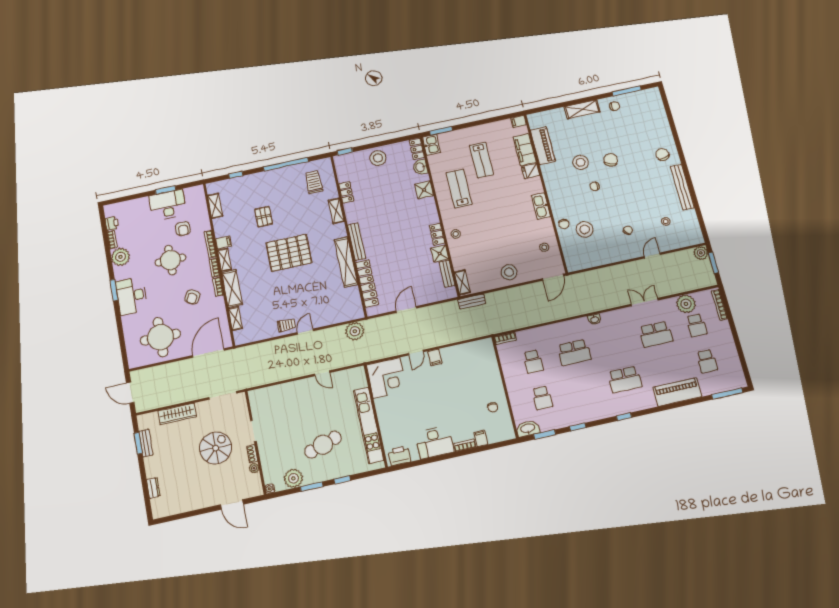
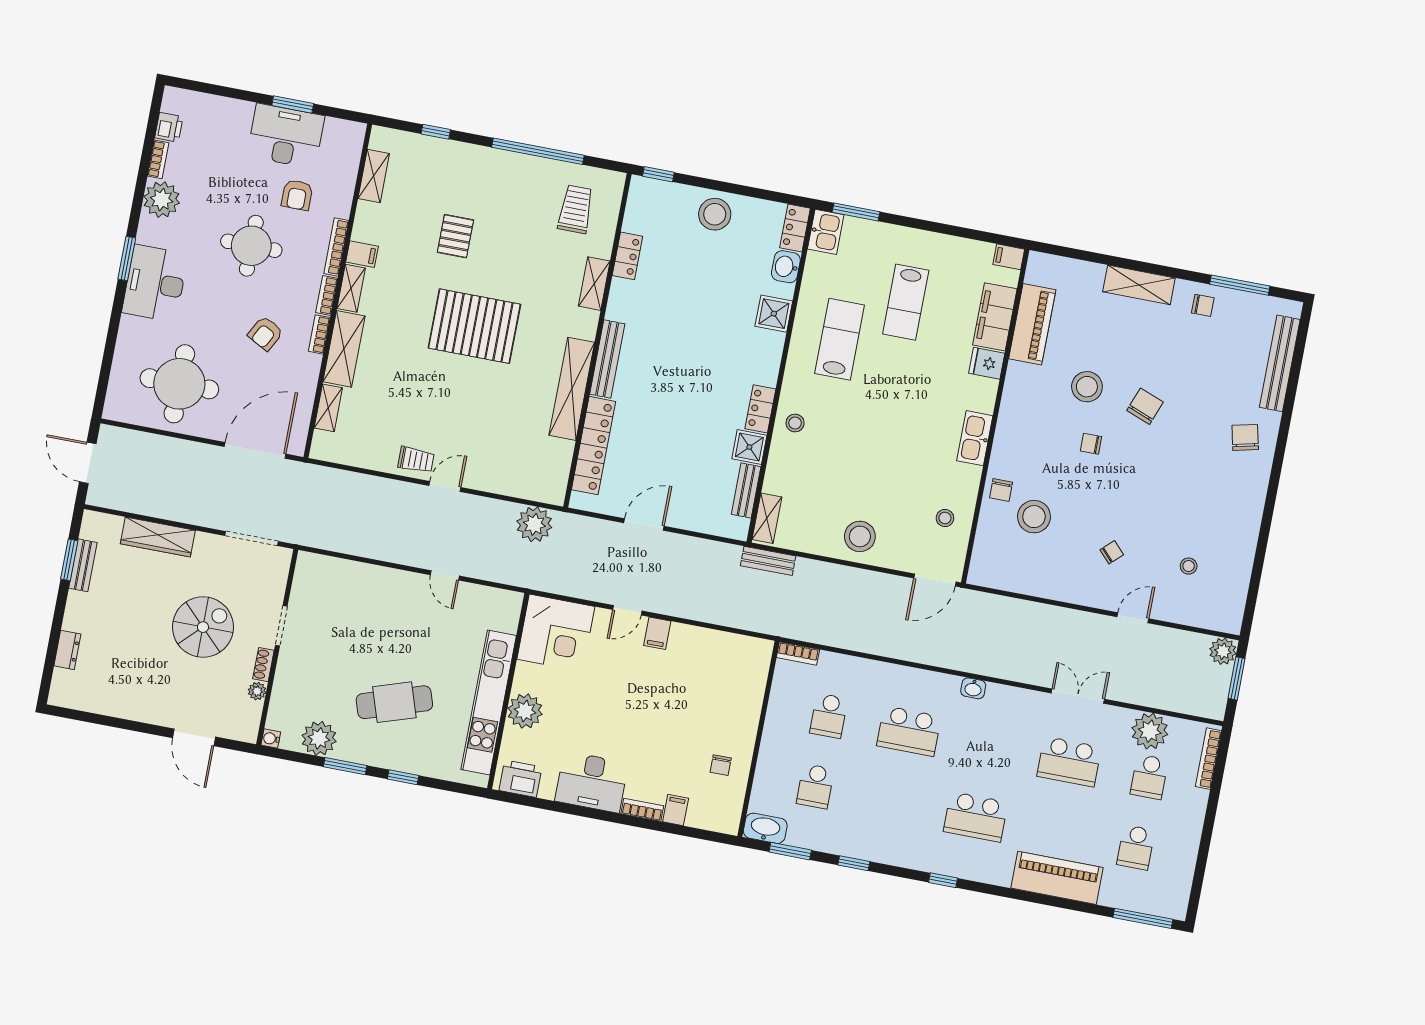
bench: (682, 187) -> (1280, 363), moved
plant: (388, 422) -> (525, 711), added

